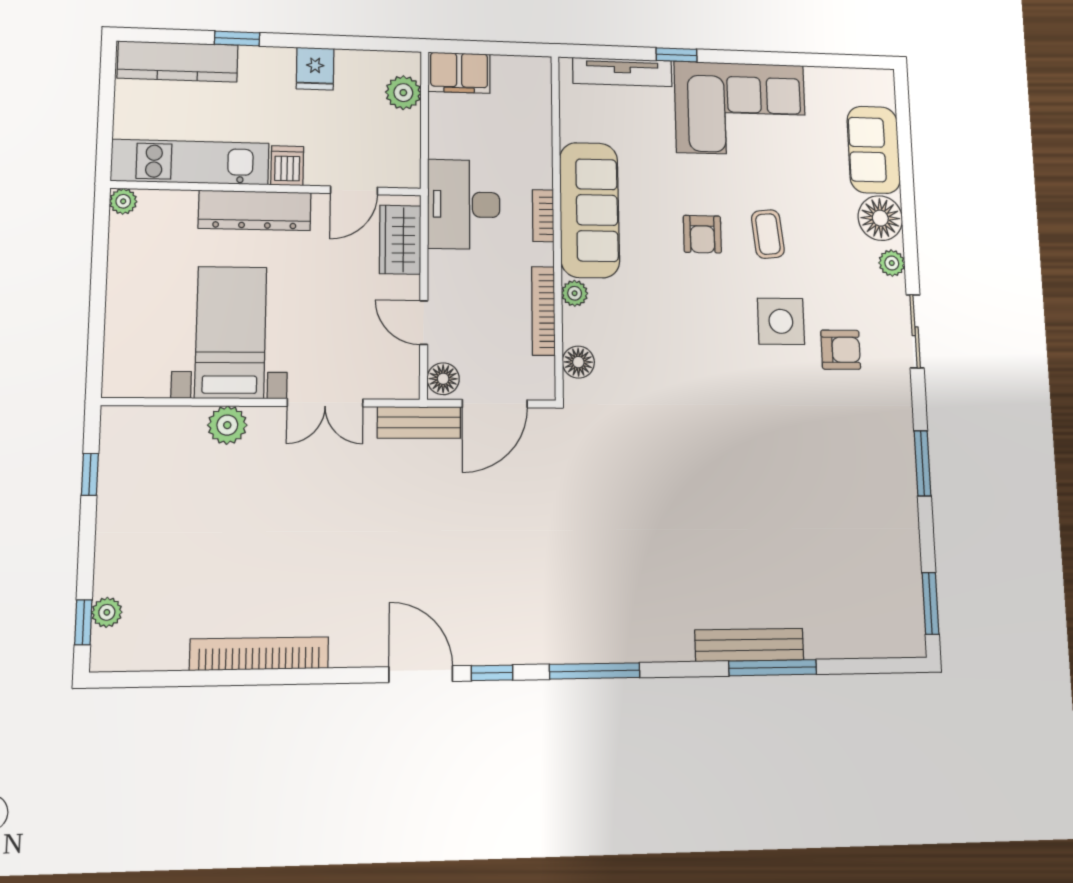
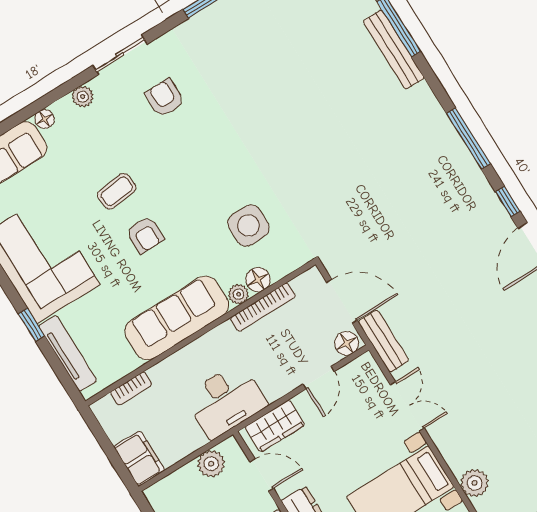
plant: (403, 93) -> (211, 464), moved
bookcase: (543, 216) -> (131, 388), moved
floor lamp: (880, 218) -> (44, 119), width x0.53, depth x0.53
armchair: (702, 234) -> (145, 235), turned 90
side table: (781, 321) -> (249, 226), moved
floor lamp: (578, 362) -> (258, 280), moved
plant: (227, 425) -> (475, 483), moved

